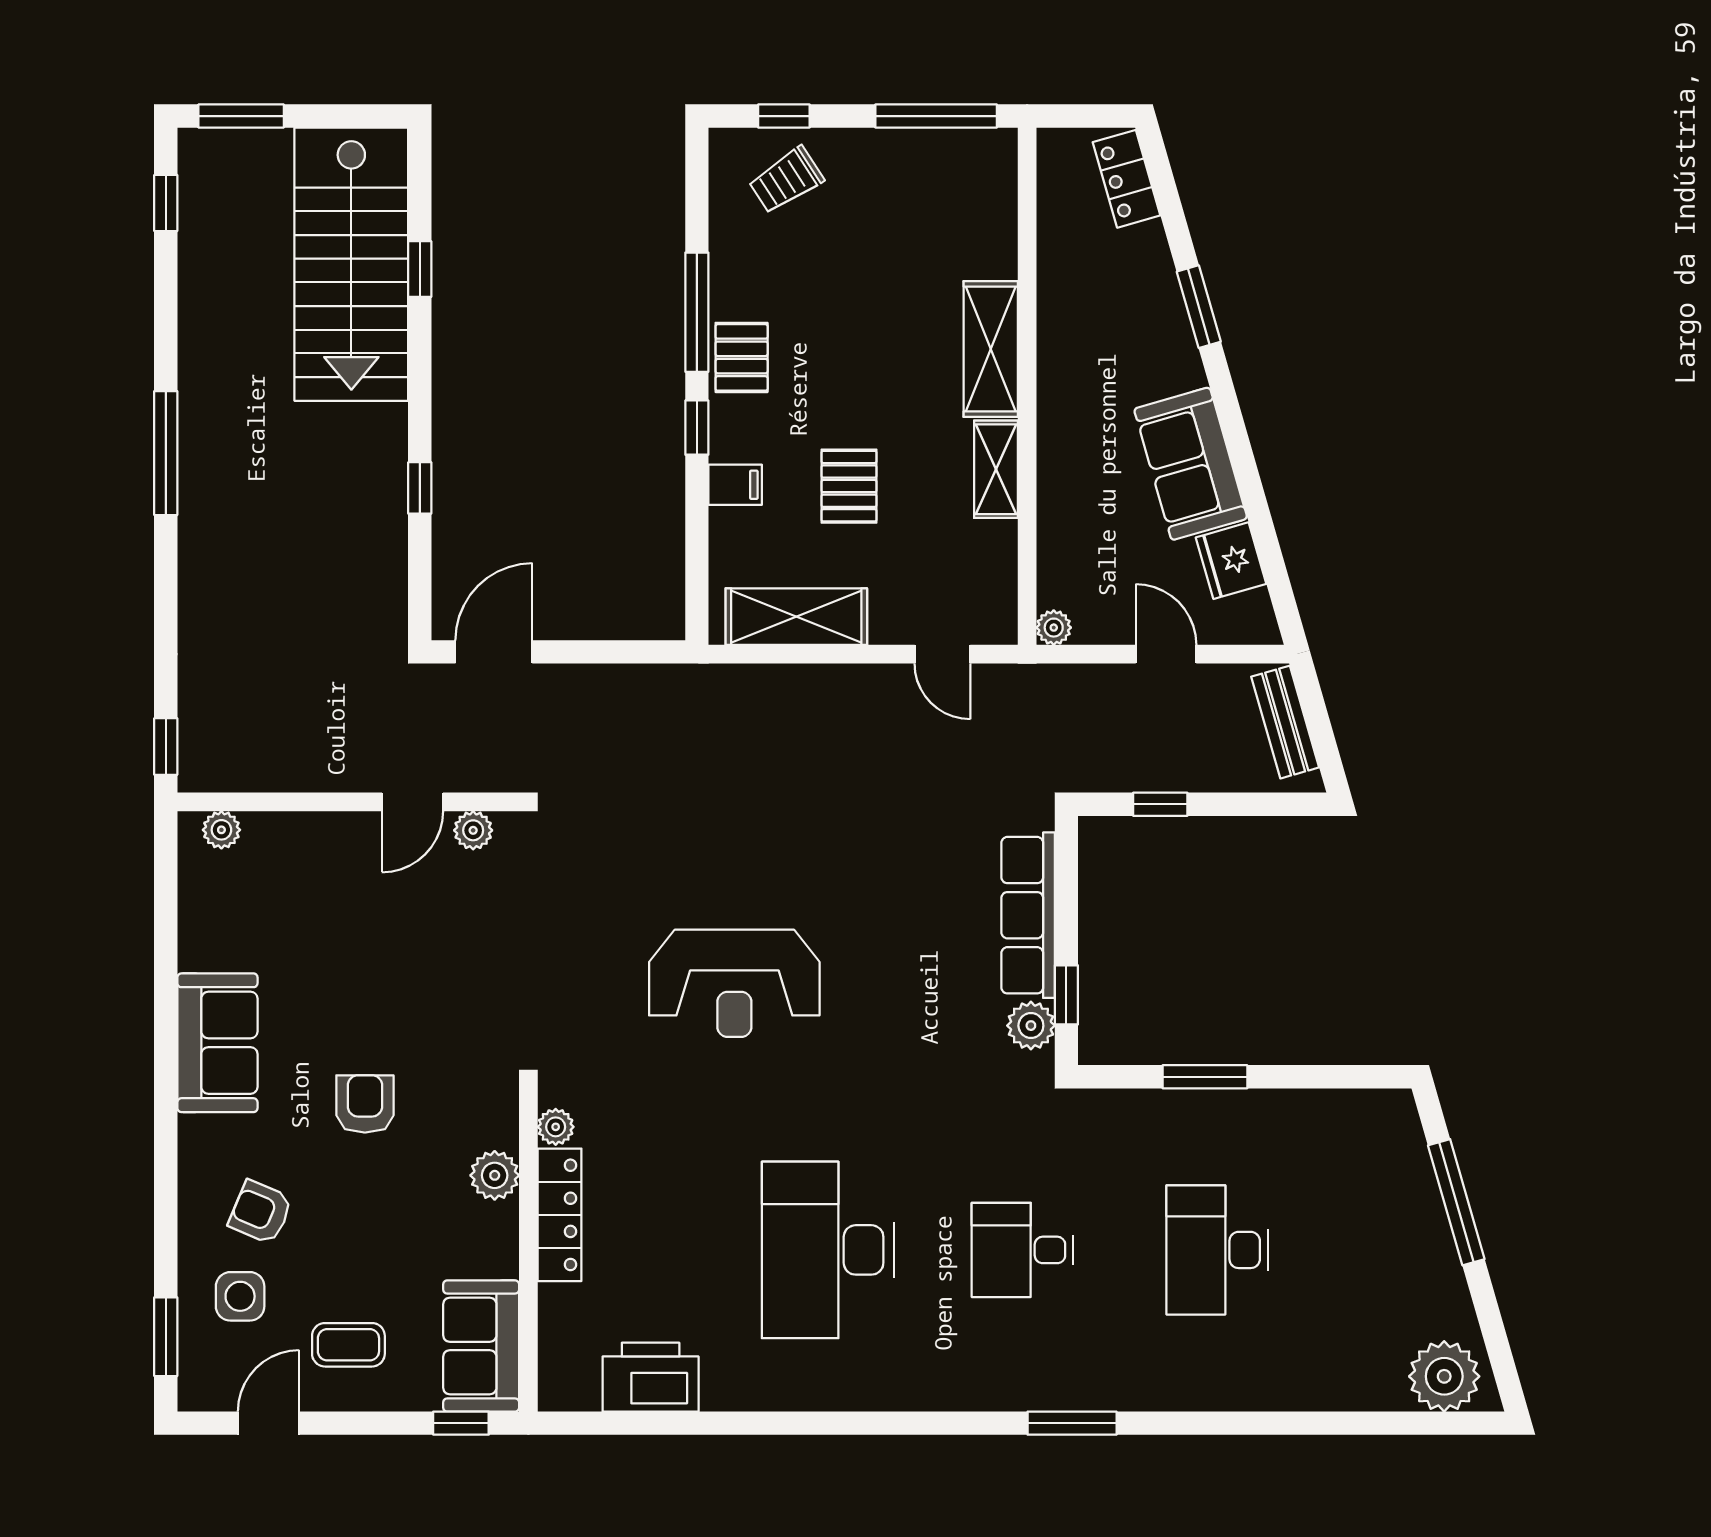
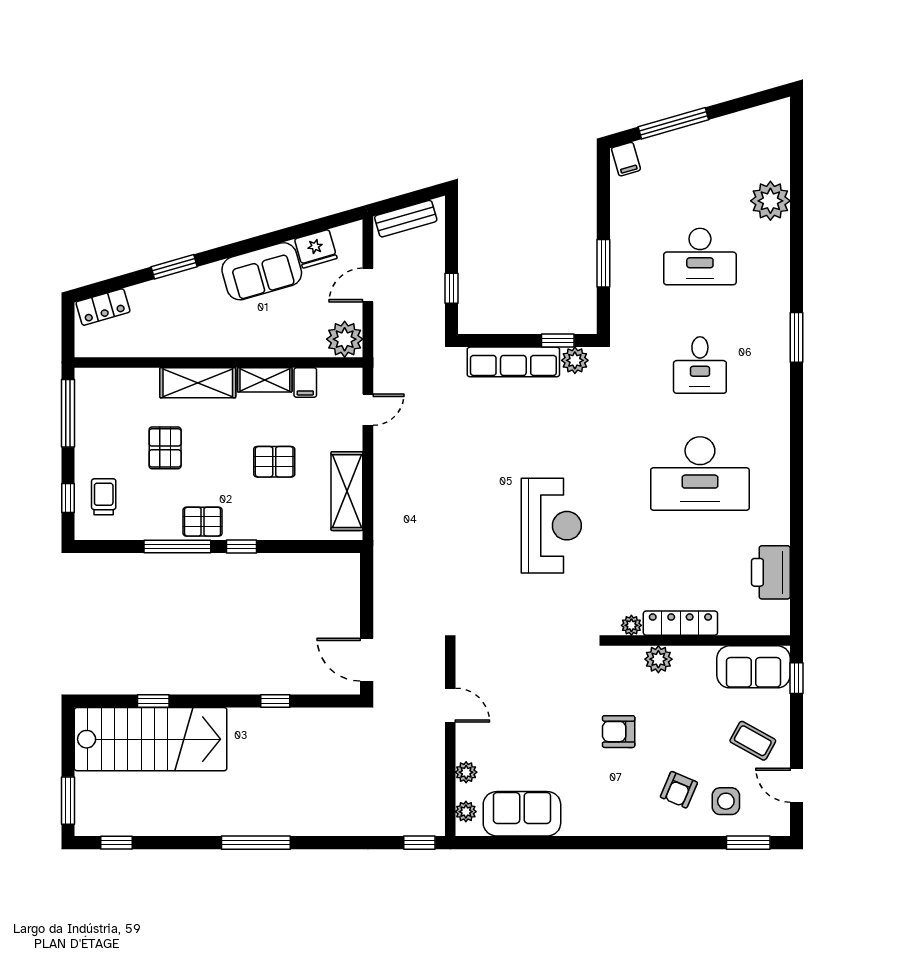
trolley: (786, 180) -> (104, 497), turned -147
pallet: (874, 290) -> (165, 448), added
filing cabinet: (735, 485) -> (305, 383), moved, turned 180
plant: (1054, 628) -> (345, 339), width x1.87, depth x1.87
plant: (473, 830) -> (466, 772), moved
sofa: (217, 1043) -> (522, 814), moved
filing cabinet: (1392, 1117) -> (626, 159), added
coffee table: (348, 1345) -> (753, 741), turned -61
plant: (1444, 1376) -> (770, 201), moved

